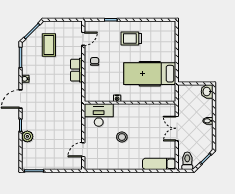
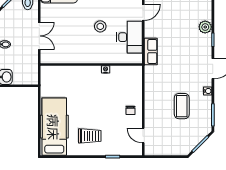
door: (83, 39) -> (143, 136), hinge flipped
coffee table: (49, 45) -> (182, 106), moved
row of seats: (76, 70) -> (151, 51), moved
hospital bed: (150, 74) -> (54, 127), moved, turned -90
desk: (99, 115) -> (129, 37), moved, turned -90

